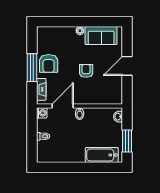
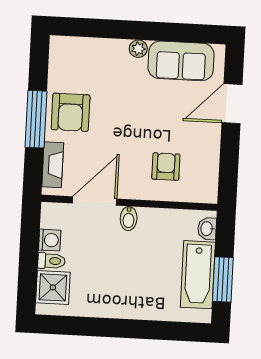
door: (127, 66) -> (232, 104), moved
armchair: (86, 71) -> (166, 167), moved
washing machine: (42, 113) -> (50, 240), moved
shower: (44, 149) -> (53, 287), added
bathtub: (102, 155) -> (198, 275), moved, turned -90

